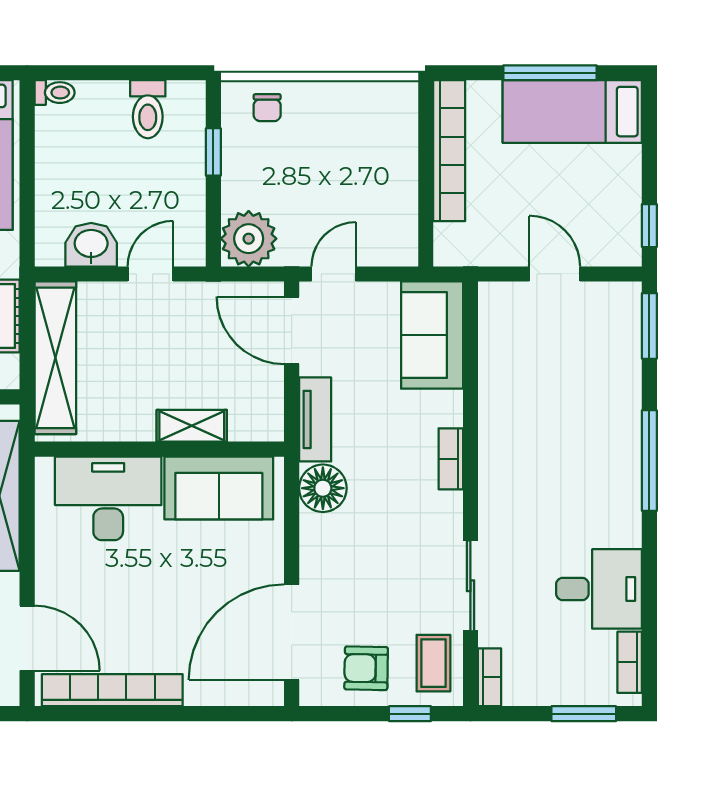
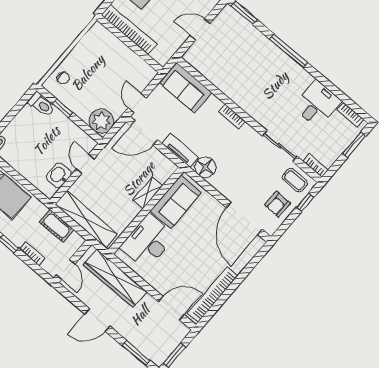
toilet: (148, 109) -> (41, 104), moved

